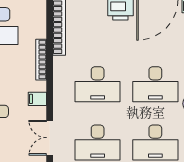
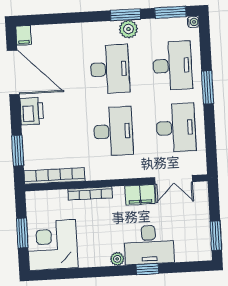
filing cabinet: (37, 99) -> (140, 195), width x2.00

